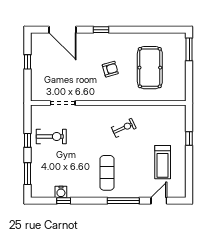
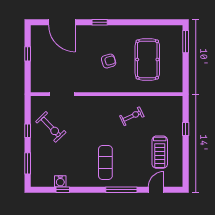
exercise bike: (124, 128) -> (132, 116), moved
exercise bike: (51, 137) -> (51, 127), turned 46

